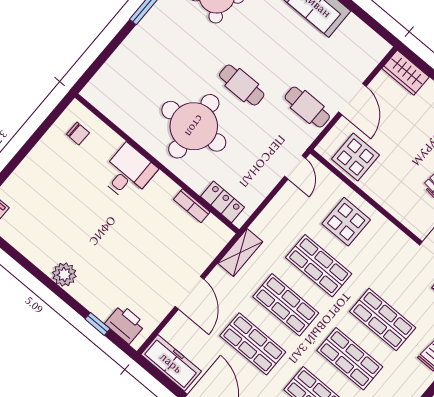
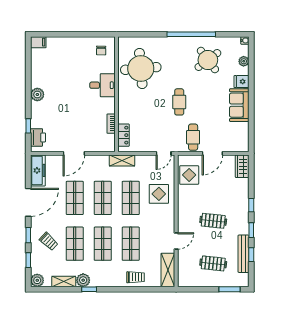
round table: (194, 126) -> (141, 68), moved
shelving: (240, 252) -> (122, 160), moved

